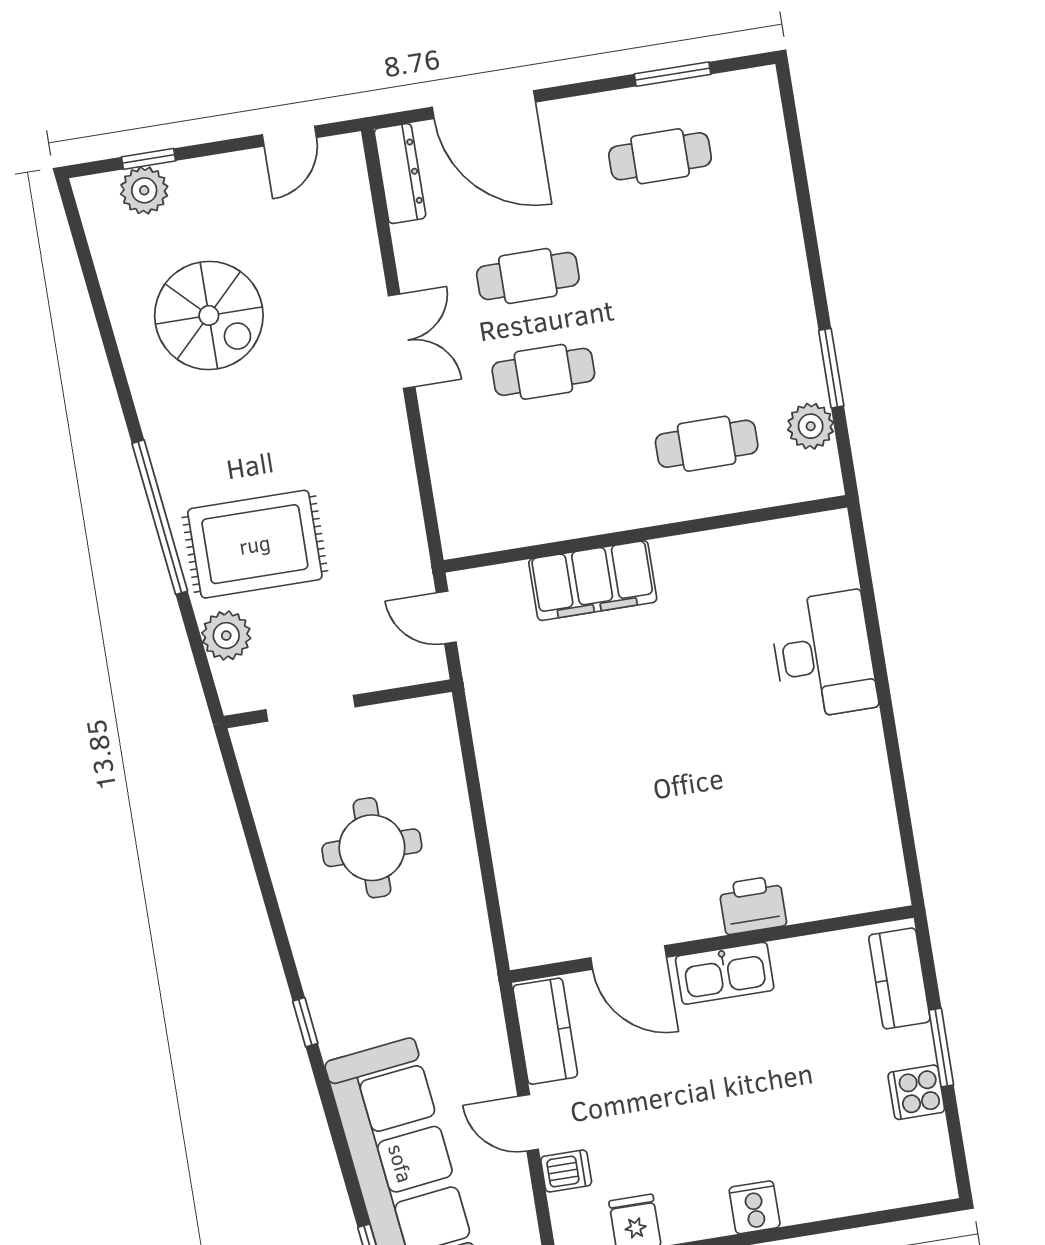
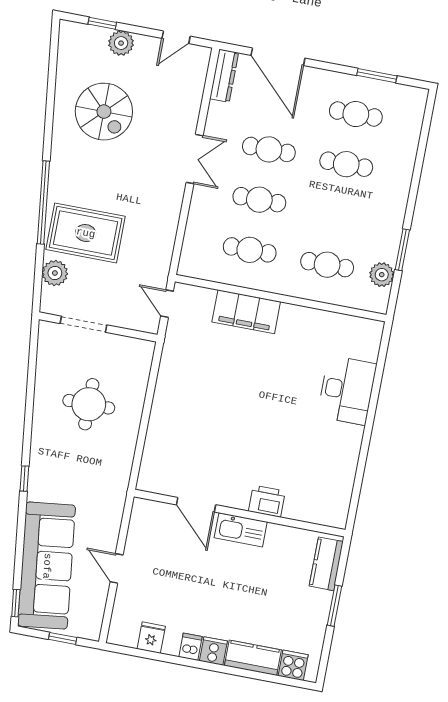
plant: (144, 190) -> (121, 43), moved
cafe table: (676, 252) -> (346, 164), added
cafe table: (559, 468) -> (250, 250), added
kitchen counter: (545, 1031) -> (253, 658), moved, turned -90
cooker: (916, 1092) -> (293, 665), moved, turned 90
dishwasher: (566, 1171) -> (190, 647), moved, turned -90

